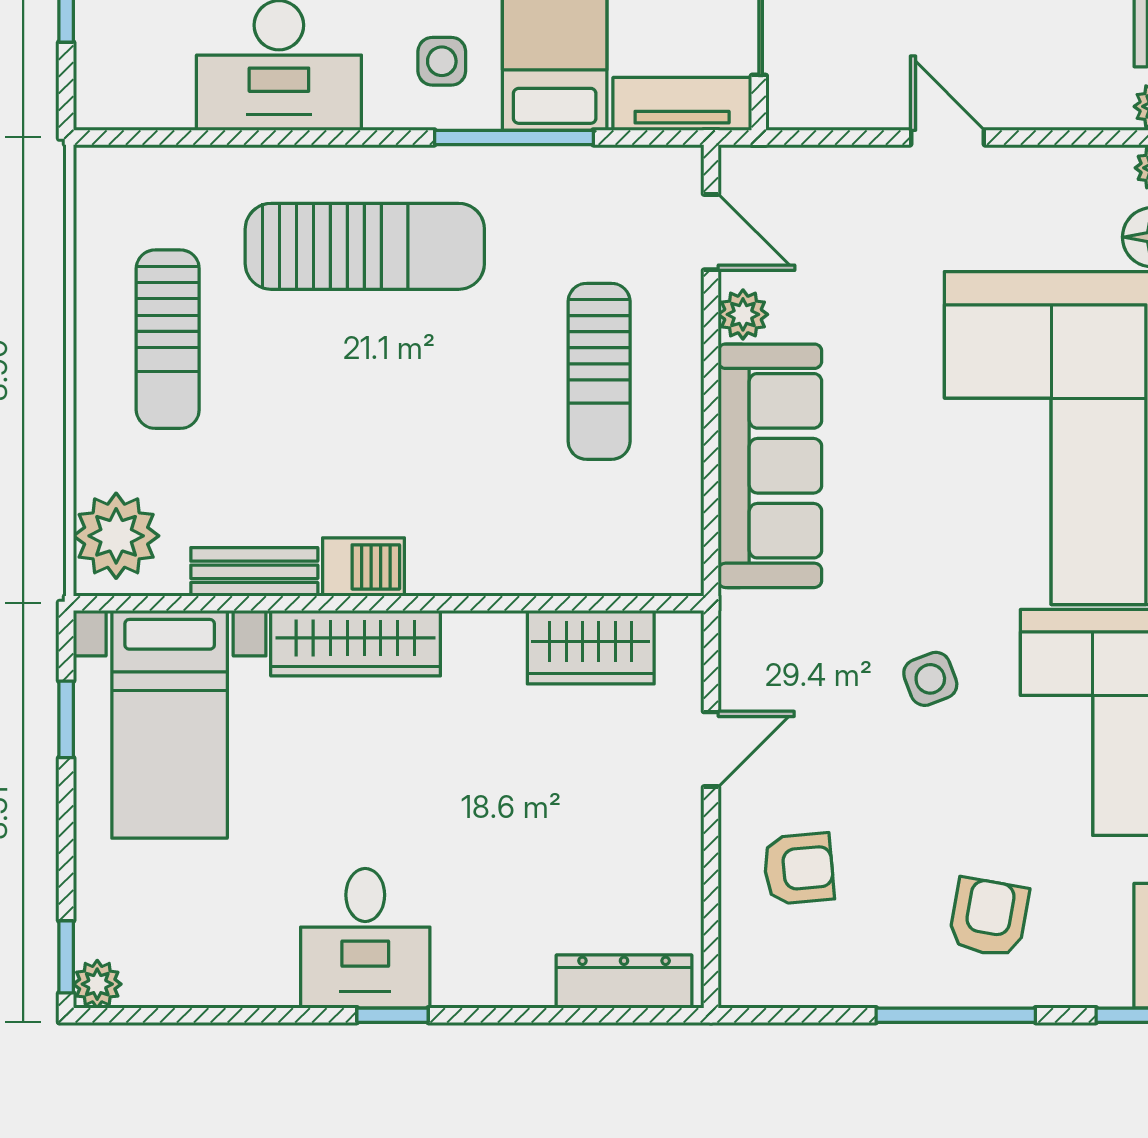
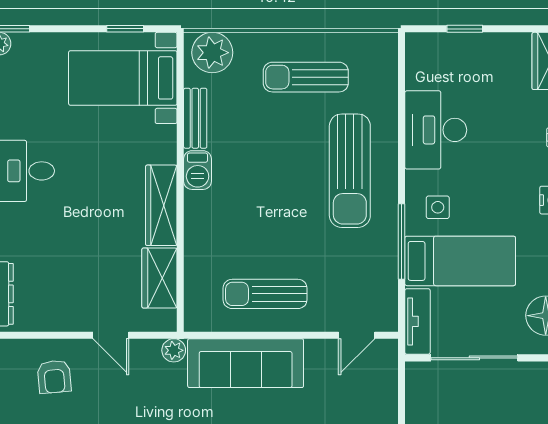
plant: (743, 314) -> (174, 350), moved
sun lounger: (599, 371) -> (265, 294), moved
wardrobe: (356, 643) -> (161, 205), moved

